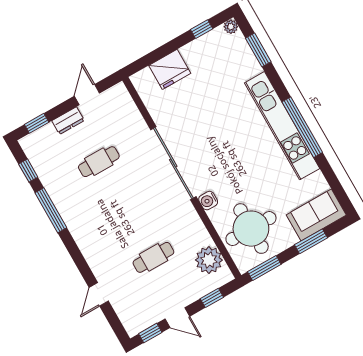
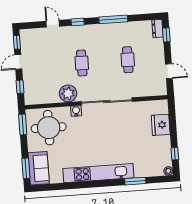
window: (258, 50) -> (135, 181), moved
dresser: (68, 121) -> (157, 29), moved
window: (302, 127) -> (92, 184), removed
window: (28, 171) -> (78, 22), moved
window: (311, 241) -> (26, 168), moved
cafe table: (153, 257) -> (82, 63), moved
plant: (209, 260) -> (68, 93), moved

